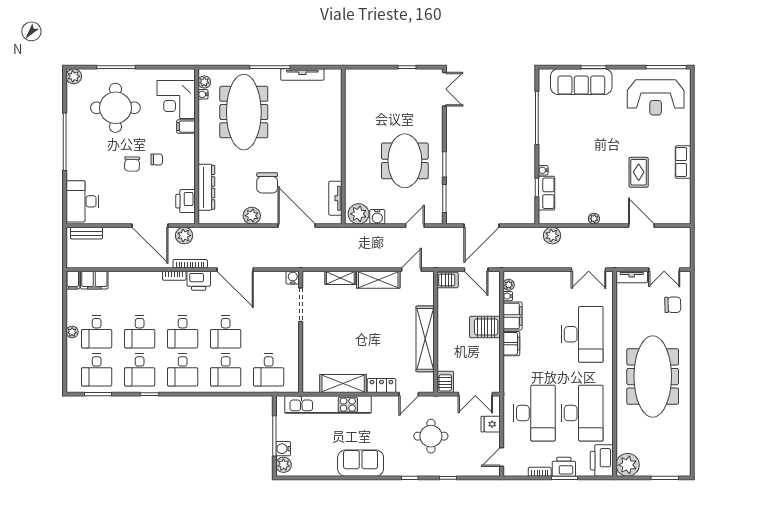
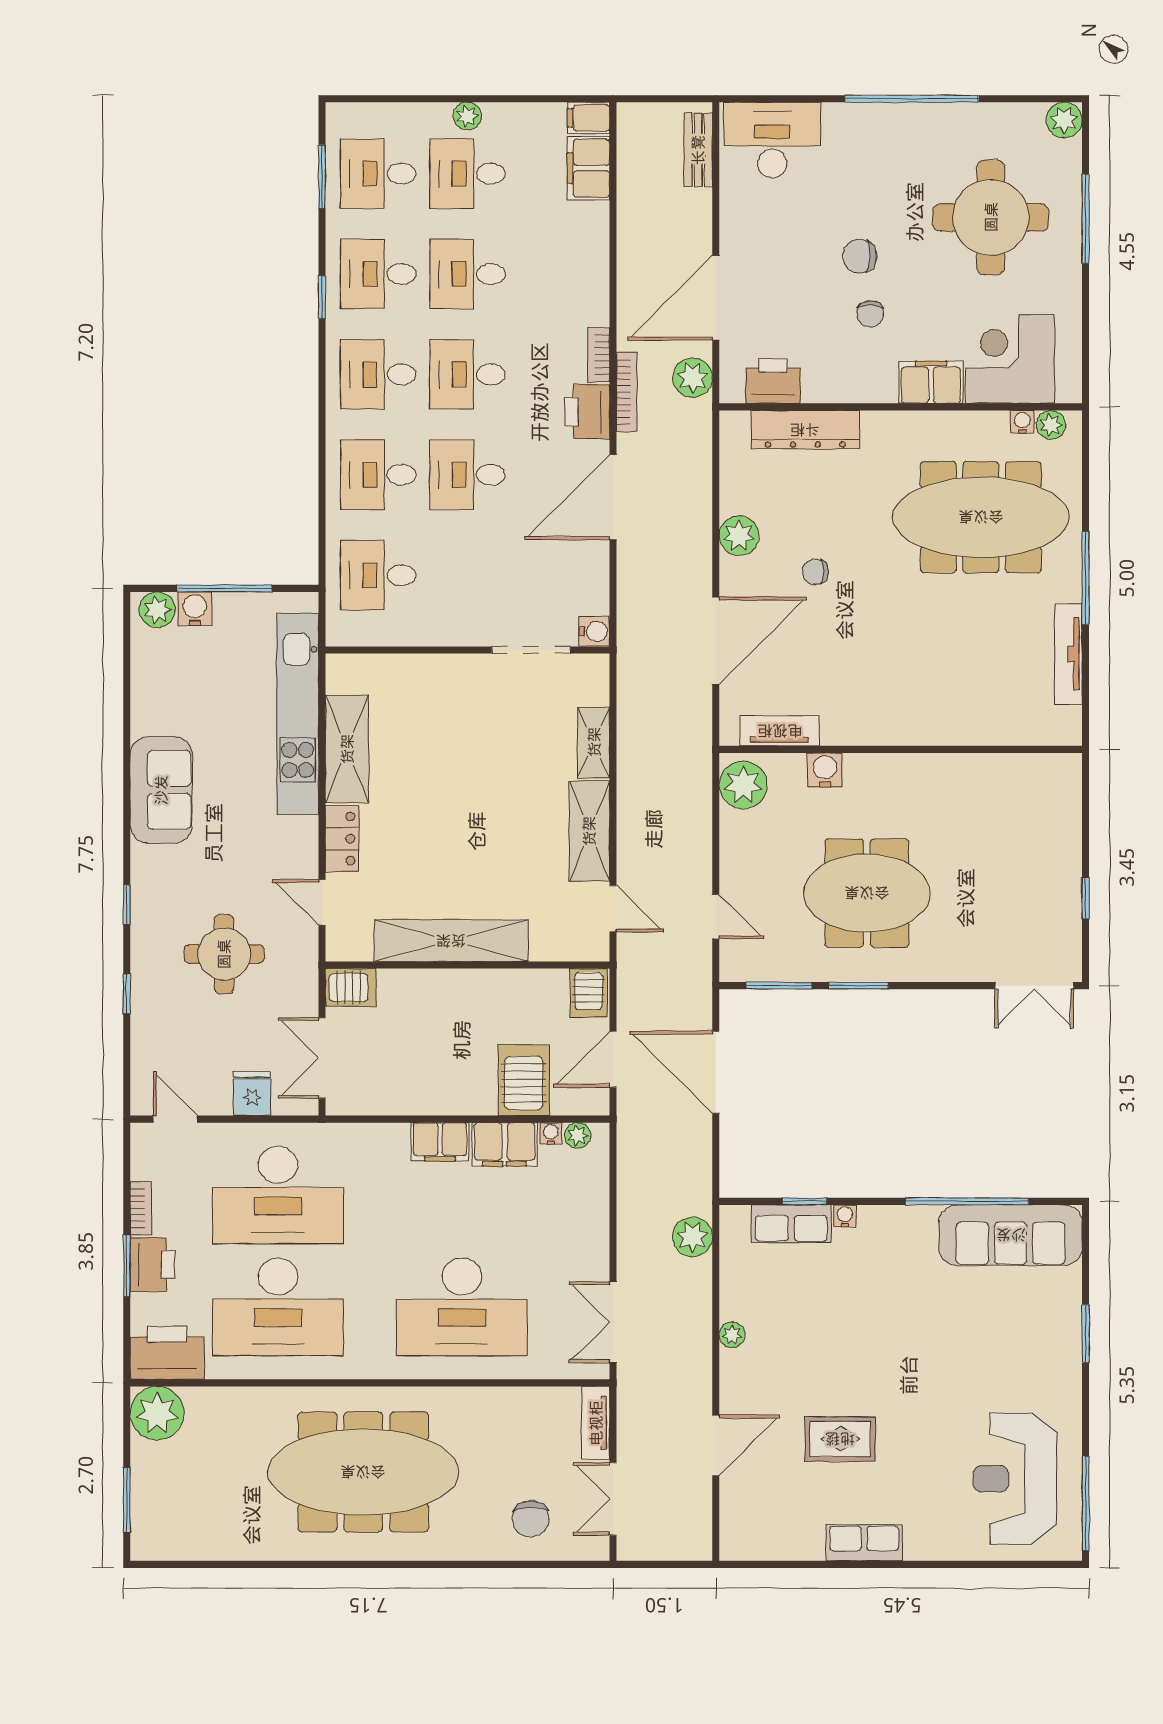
sofa: (581, 82) -> (1011, 1235), moved, turned -90
filing cabinet: (186, 127) -> (931, 382), width x2.00
chair: (267, 183) -> (815, 572), width x0.54, depth x0.54
water cooler: (377, 217) -> (825, 770), moved, turned 90
server rack: (485, 327) -> (524, 1080), moved

